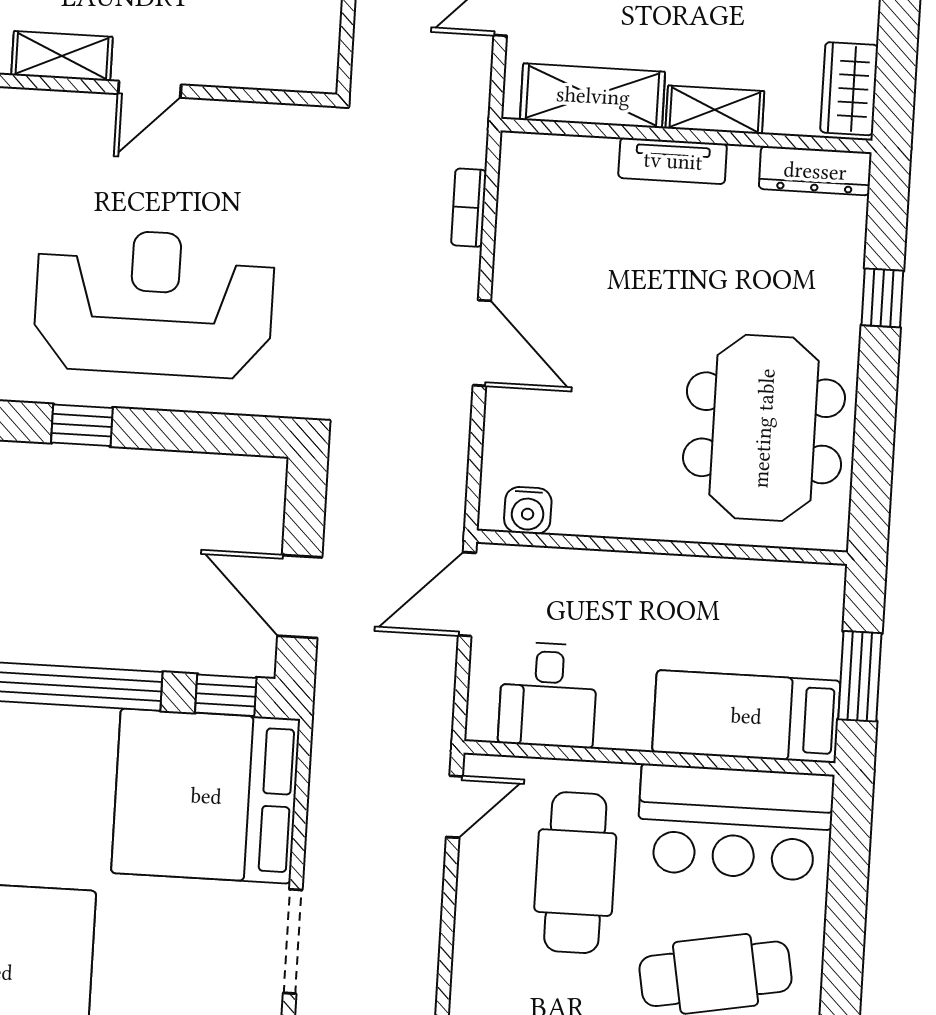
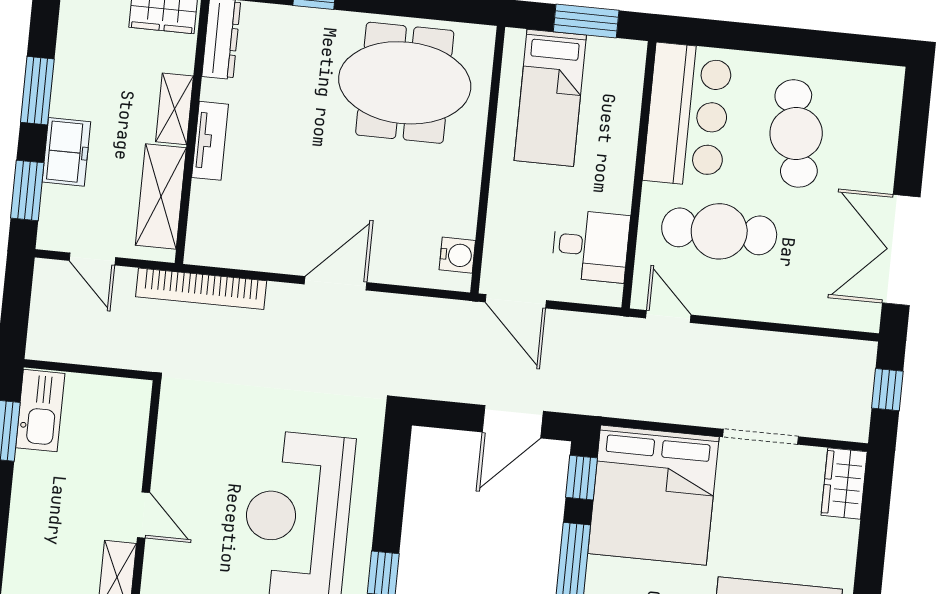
bookcase: (469, 208) -> (201, 289), width x2.31, depth x1.31
bed: (746, 716) -> (550, 98), moved

